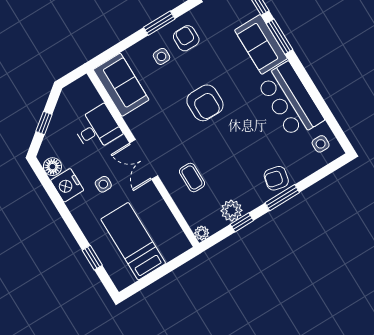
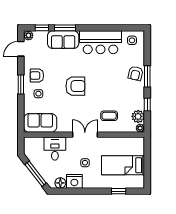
window: (44, 123) -> (36, 174), width x2.17
double door: (144, 159) -> (85, 135), swing flipped
plant: (231, 211) -> (138, 116), moved

